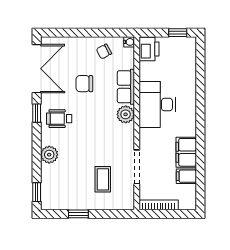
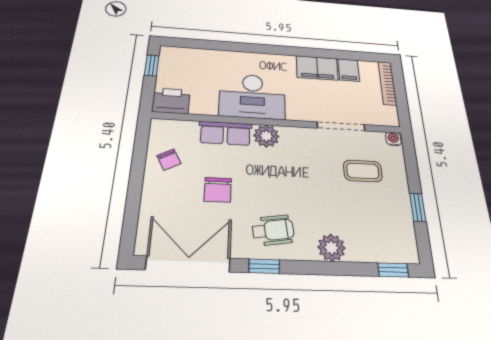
water cooler: (129, 42) -> (393, 139), moved
wheelchair: (59, 119) -> (273, 230), turned -98
bookcase: (159, 205) -> (387, 83), moved

